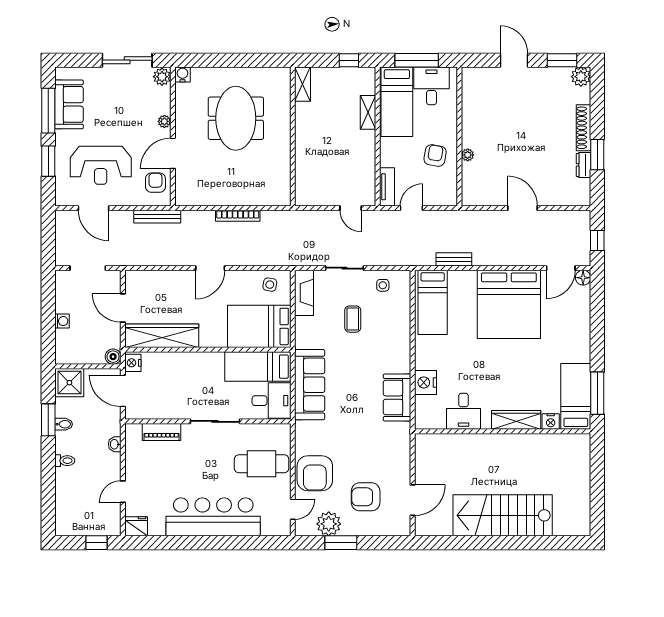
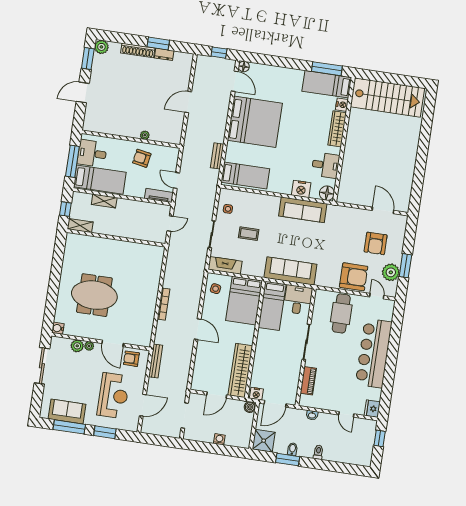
plant: (162, 77) -> (77, 346), moved
shelving: (303, 84) -> (80, 226), moved
wall: (293, 136) -> (116, 238), moved
sofa: (397, 398) -> (303, 210), width x1.36
floor lamp: (425, 419) -> (327, 193), added
stairs: (503, 515) -> (387, 97), moved, turned -90

